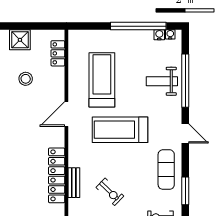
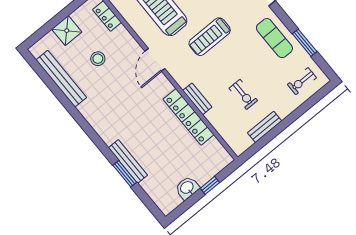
treadmill: (120, 130) -> (210, 37), width x0.73, depth x0.73
bench: (74, 183) -> (197, 99), moved
exercise bike: (110, 192) -> (243, 94), turned 46

